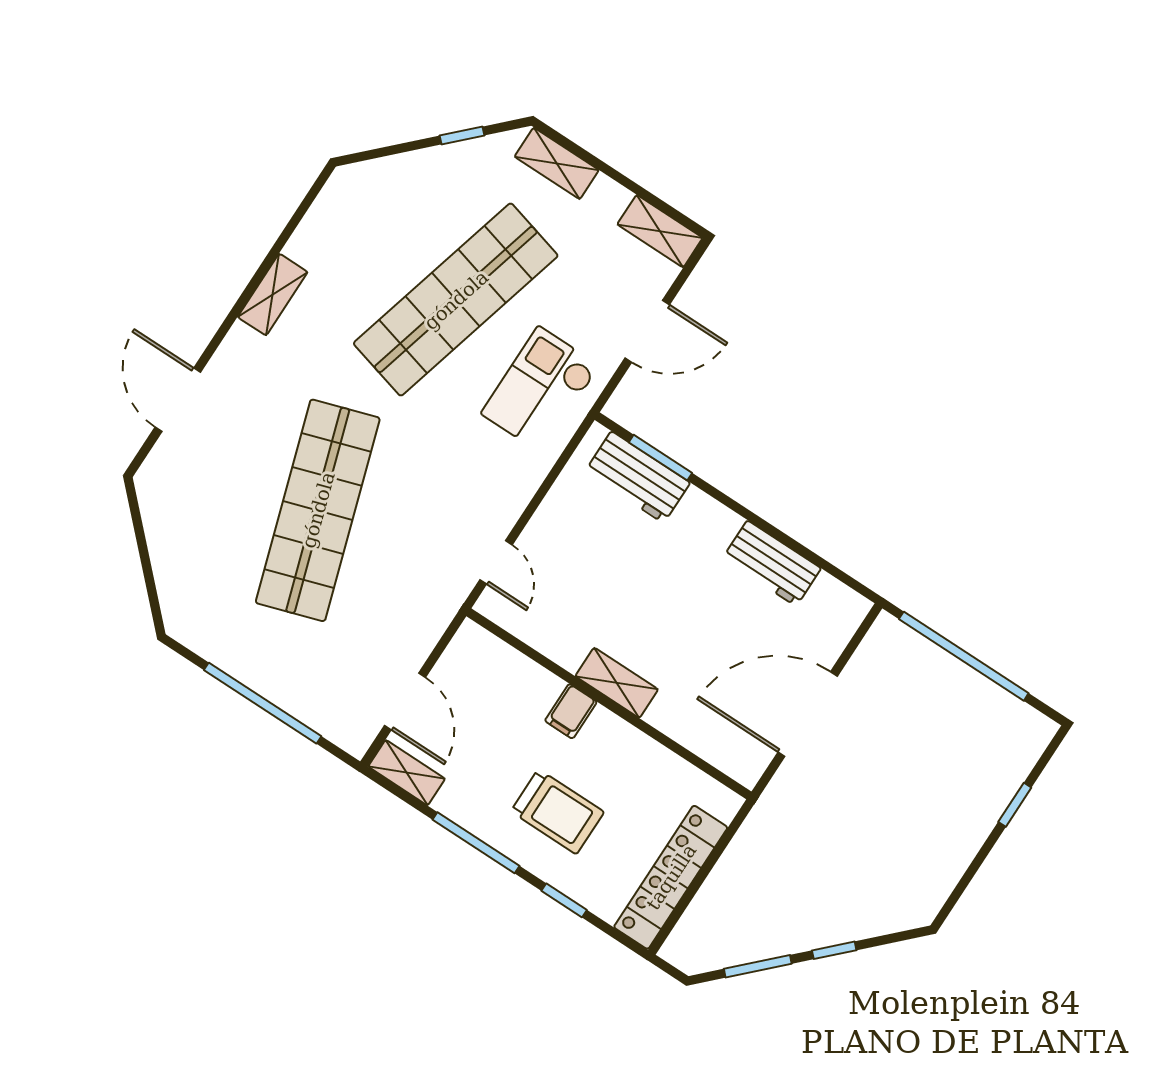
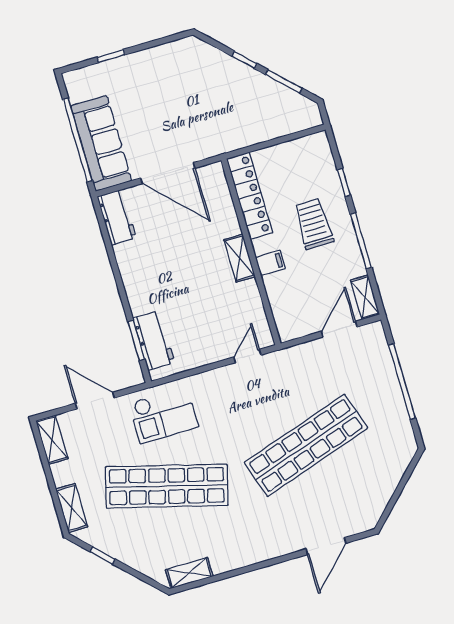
shelving: (273, 295) -> (189, 573), moved
workbench: (772, 563) -> (117, 217), moved
sofa: (929, 678) -> (101, 143), added
locker: (671, 877) -> (250, 196), moved, turned -90

